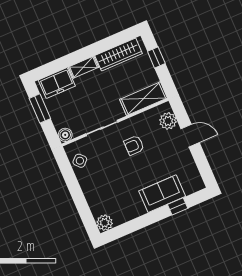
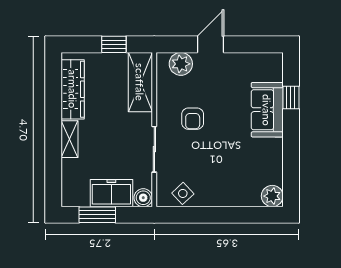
window: (156, 57) -> (114, 44), moved
freezer: (57, 83) -> (111, 193), moved, turned -90

